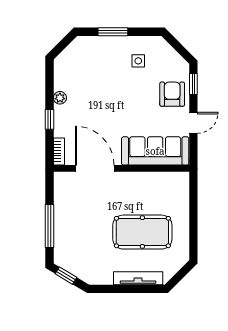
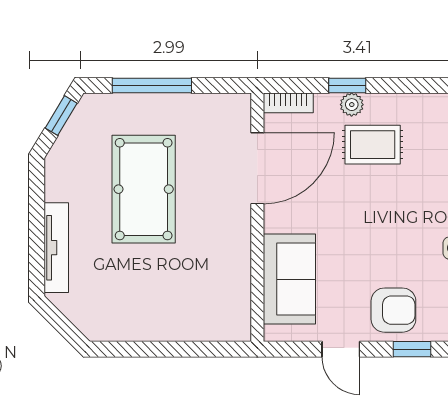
plant: (60, 98) -> (352, 105), moved
rug: (82, 105) -> (373, 145), added
sofa: (155, 151) -> (289, 279), width x0.73
pool table: (142, 232) -> (144, 189), moved

